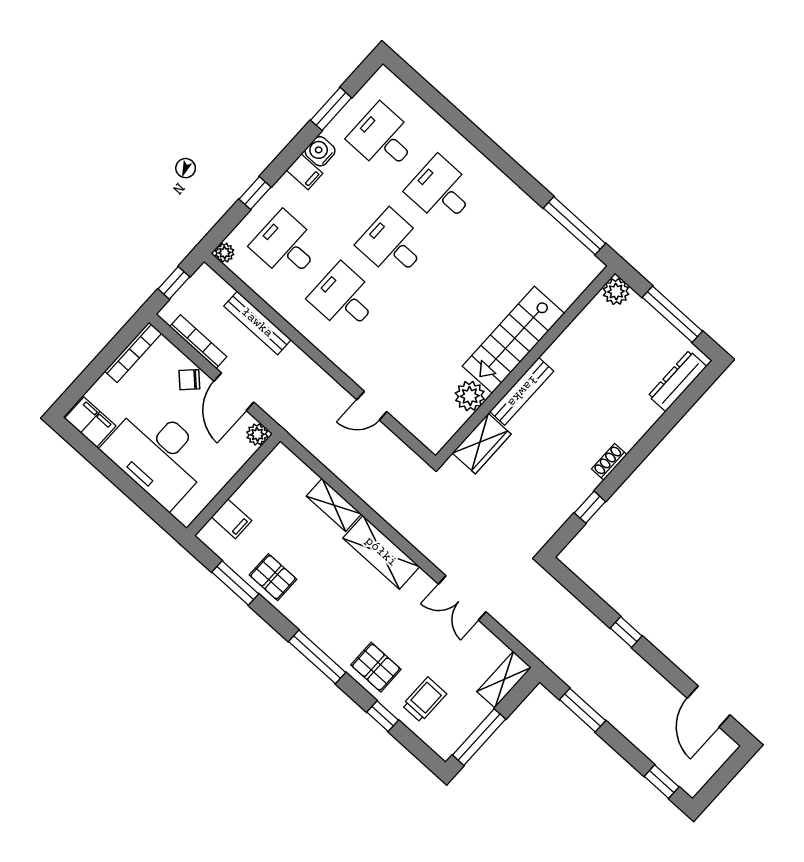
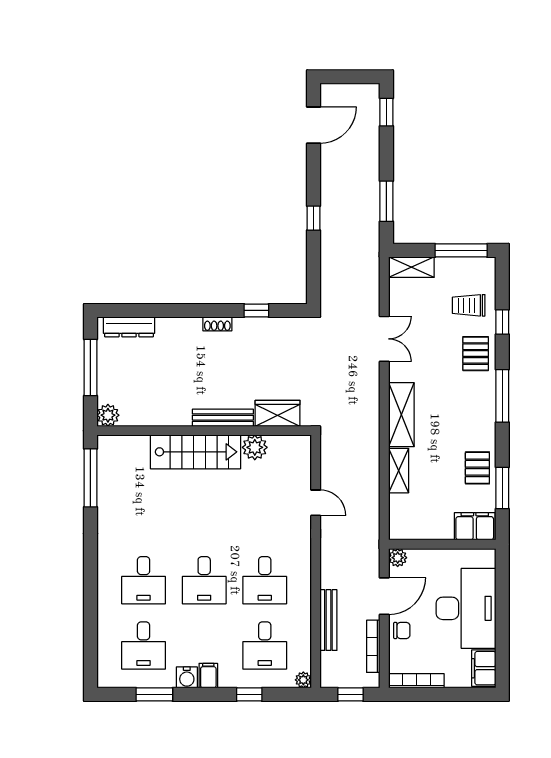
chair: (189, 380) -> (402, 630), turned -45
filing cabinet: (231, 519) -> (475, 526), width x2.00

